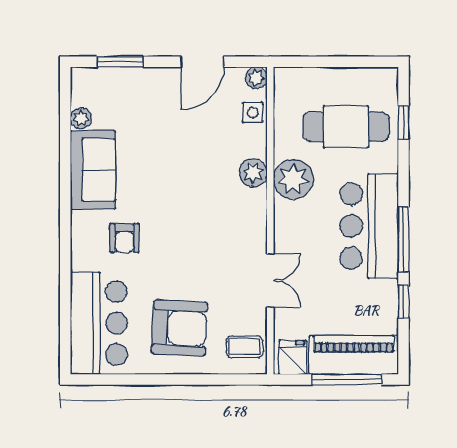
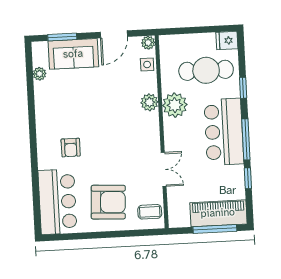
window: (403, 122) -> (243, 88), moved
sofa: (93, 170) -> (73, 54), moved, turned 90
fridge: (293, 357) -> (227, 40), moved, turned -90

